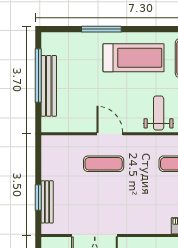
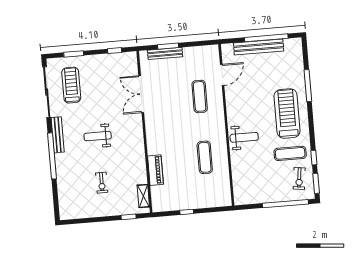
treadmill: (134, 58) -> (287, 113), turned 180
door: (110, 134) -> (222, 75), moved

